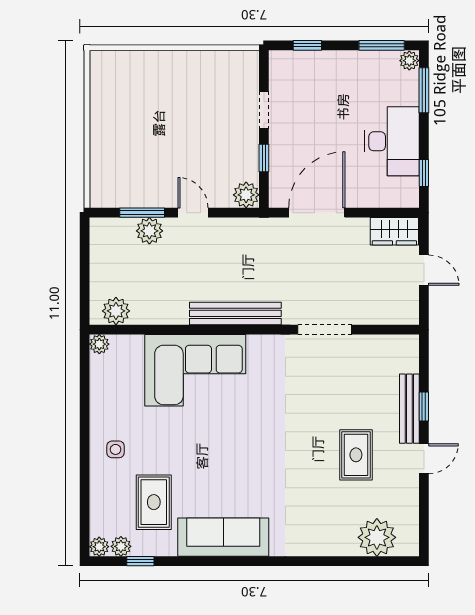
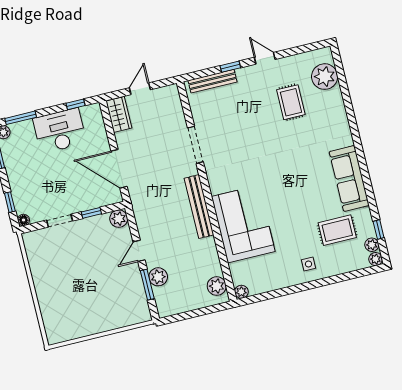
floor lamp: (277, 59) -> (24, 220), added
bench: (409, 409) -> (213, 81), moved
rug: (356, 455) -> (291, 102), moved, turned 90

